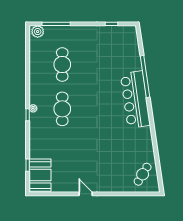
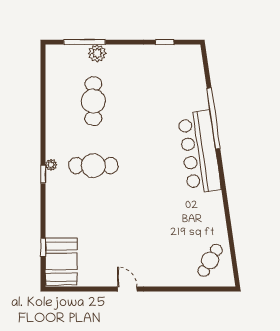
plant: (38, 32) -> (97, 53), moved
cafe table: (62, 109) -> (93, 166), turned 90

